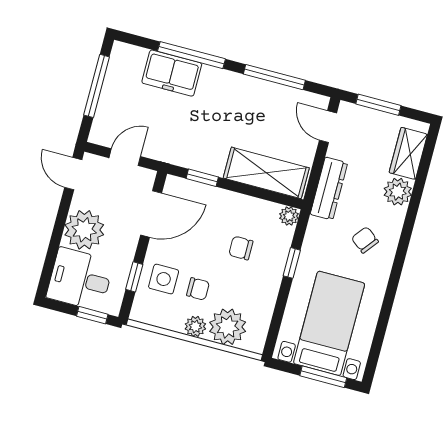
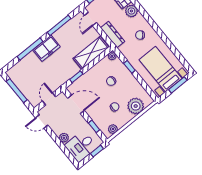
freezer: (172, 73) -> (47, 48), moved
door: (328, 127) -> (90, 19), hinge flipped
door: (151, 214) -> (76, 104), hinge flipped
plant: (84, 230) -> (64, 138), width x0.53, depth x0.53
side table: (164, 279) -> (102, 116), removed
plant: (195, 326) -> (113, 129), moved

